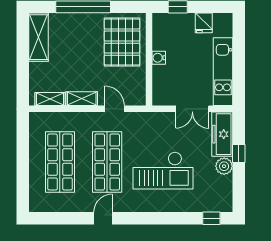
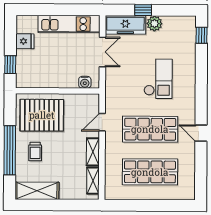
trolley: (82, 35) -> (35, 152), added
water cooler: (159, 58) -> (85, 82), moved
checkout: (163, 170) -> (158, 79), width x0.73, depth x0.83

